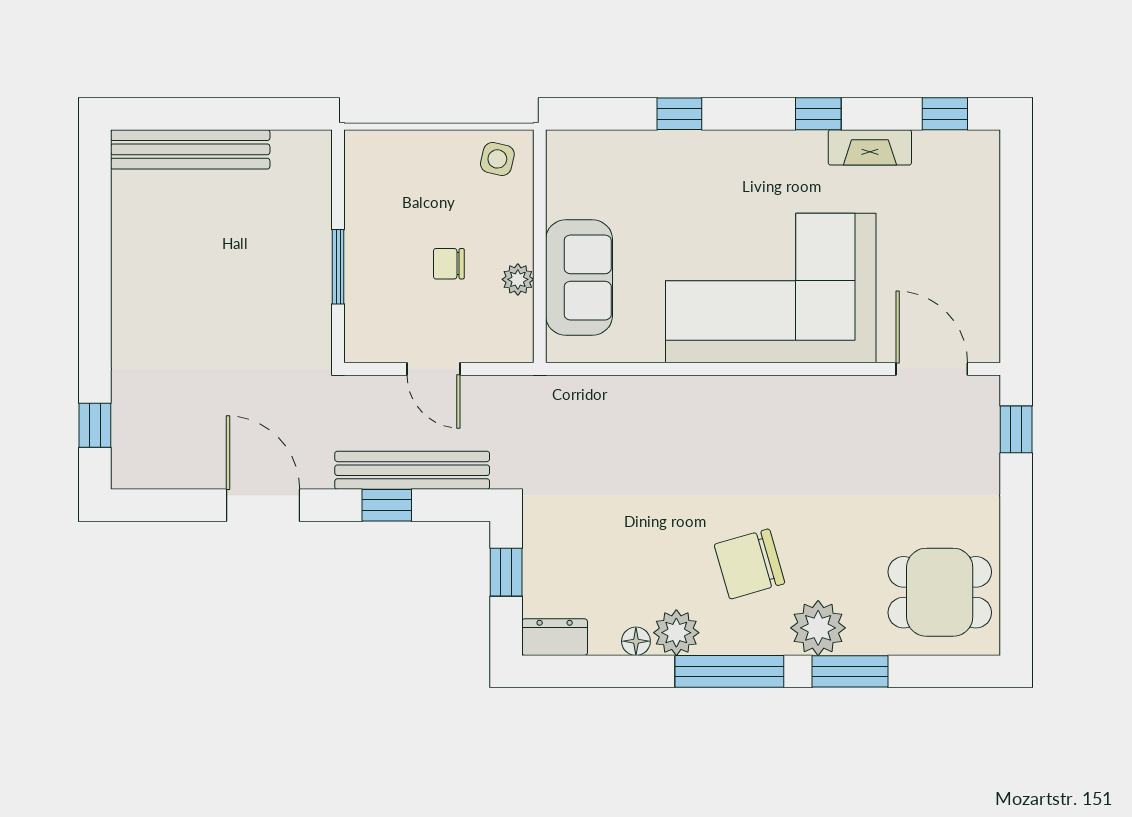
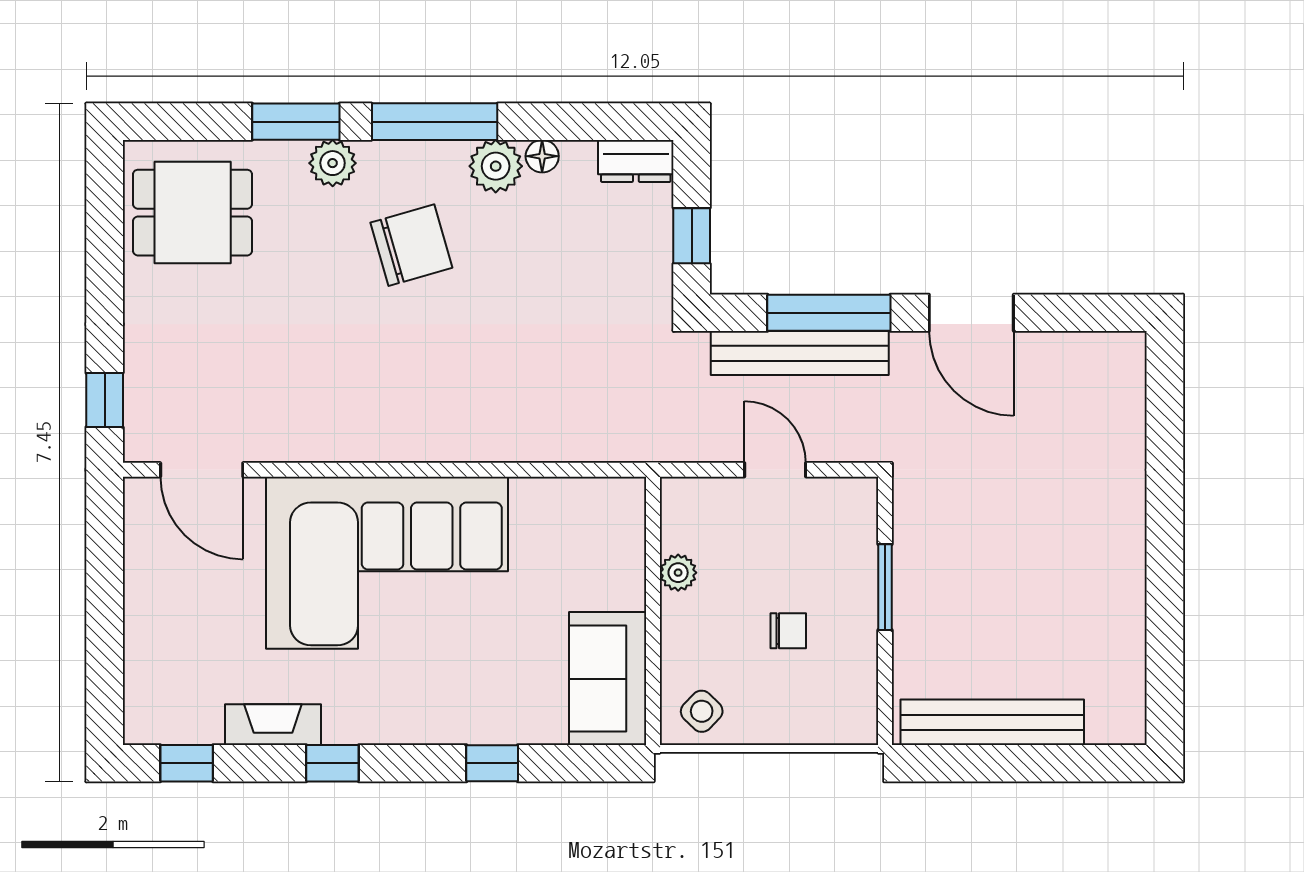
bench: (190, 149) -> (992, 722), moved
side table: (497, 159) -> (702, 711), turned 31
chair: (449, 264) -> (788, 631), moved
sofa: (579, 278) -> (608, 679), moved
window: (95, 425) -> (1165, 405), removed
window: (387, 505) -> (829, 313), width x2.17
plant: (818, 628) -> (333, 163), width x0.73, depth x0.73

